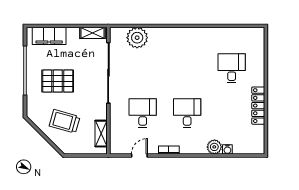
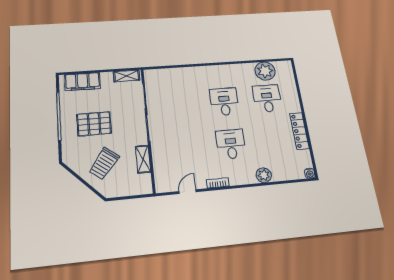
plant: (137, 38) -> (265, 71), moved
desk: (143, 113) -> (224, 102), moved
trolley: (65, 121) -> (104, 164), turned -69
shelving: (101, 134) -> (143, 159), moved
water cooler: (227, 149) -> (310, 173), moved

